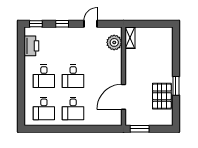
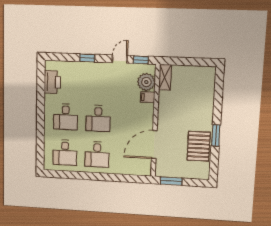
window: (36, 24) -> (141, 60), moved
filing cabinet: (116, 55) -> (148, 97), added

